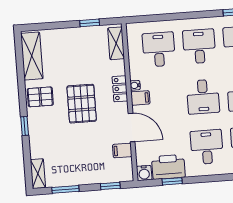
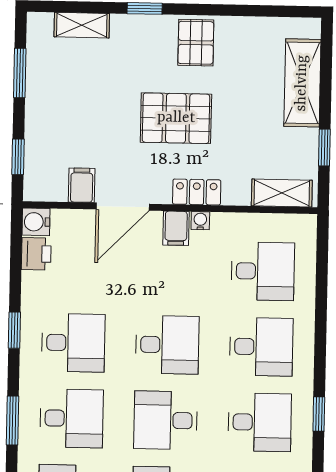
shelving: (32, 56) -> (302, 83), moved, turned 90
desk: (203, 97) -> (167, 345), turned 180
printer: (168, 167) -> (36, 254), width x0.53, depth x0.68
shelving: (38, 174) -> (82, 25), moved
window: (172, 181) -> (14, 330), moved

